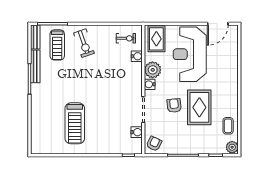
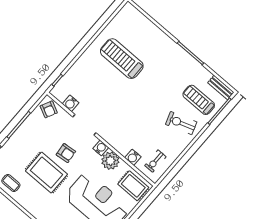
bench: (35, 66) -> (197, 67), removed

